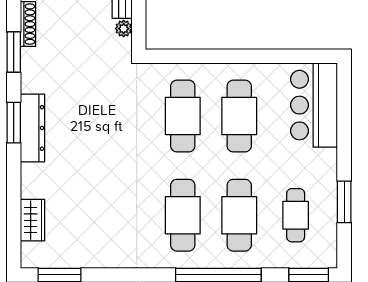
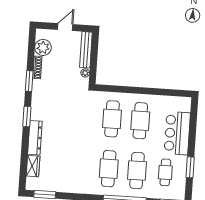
bar counter: (314, 105) -> (177, 133), moved
dresser: (33, 128) -> (35, 138), moved

